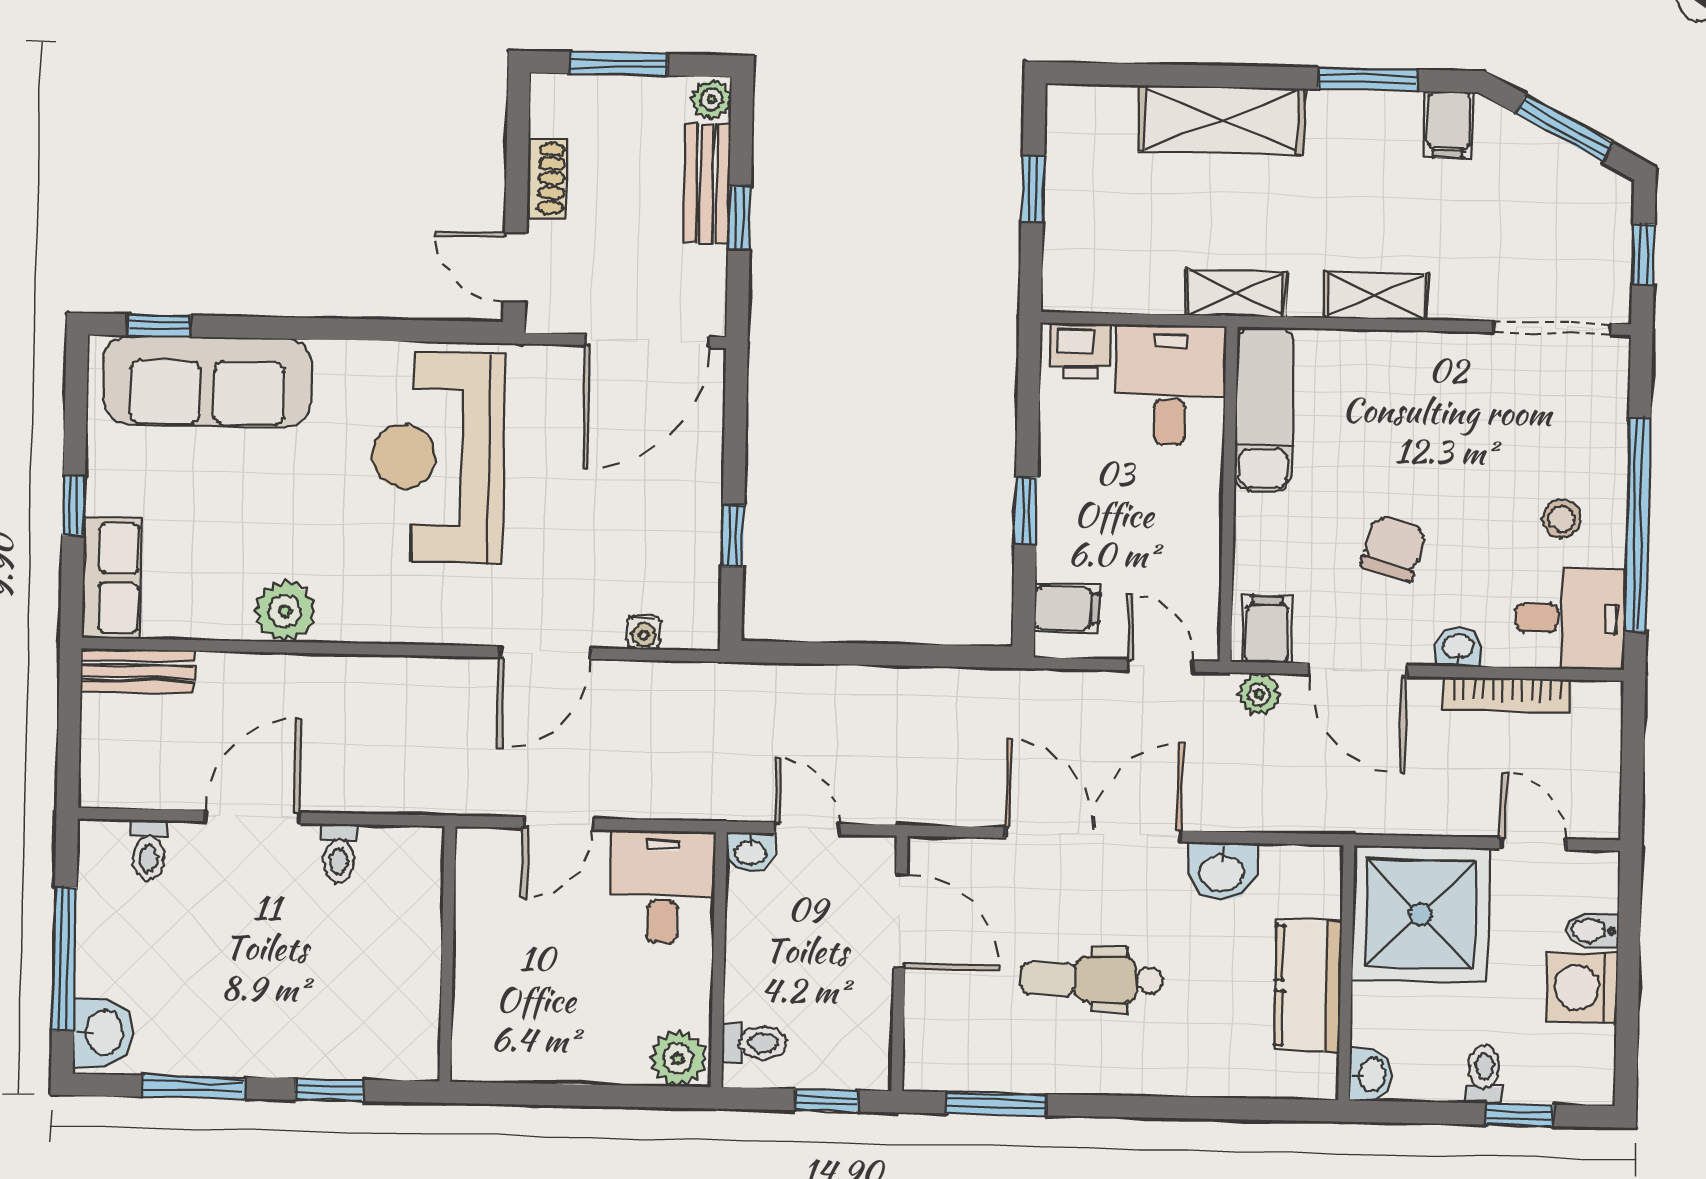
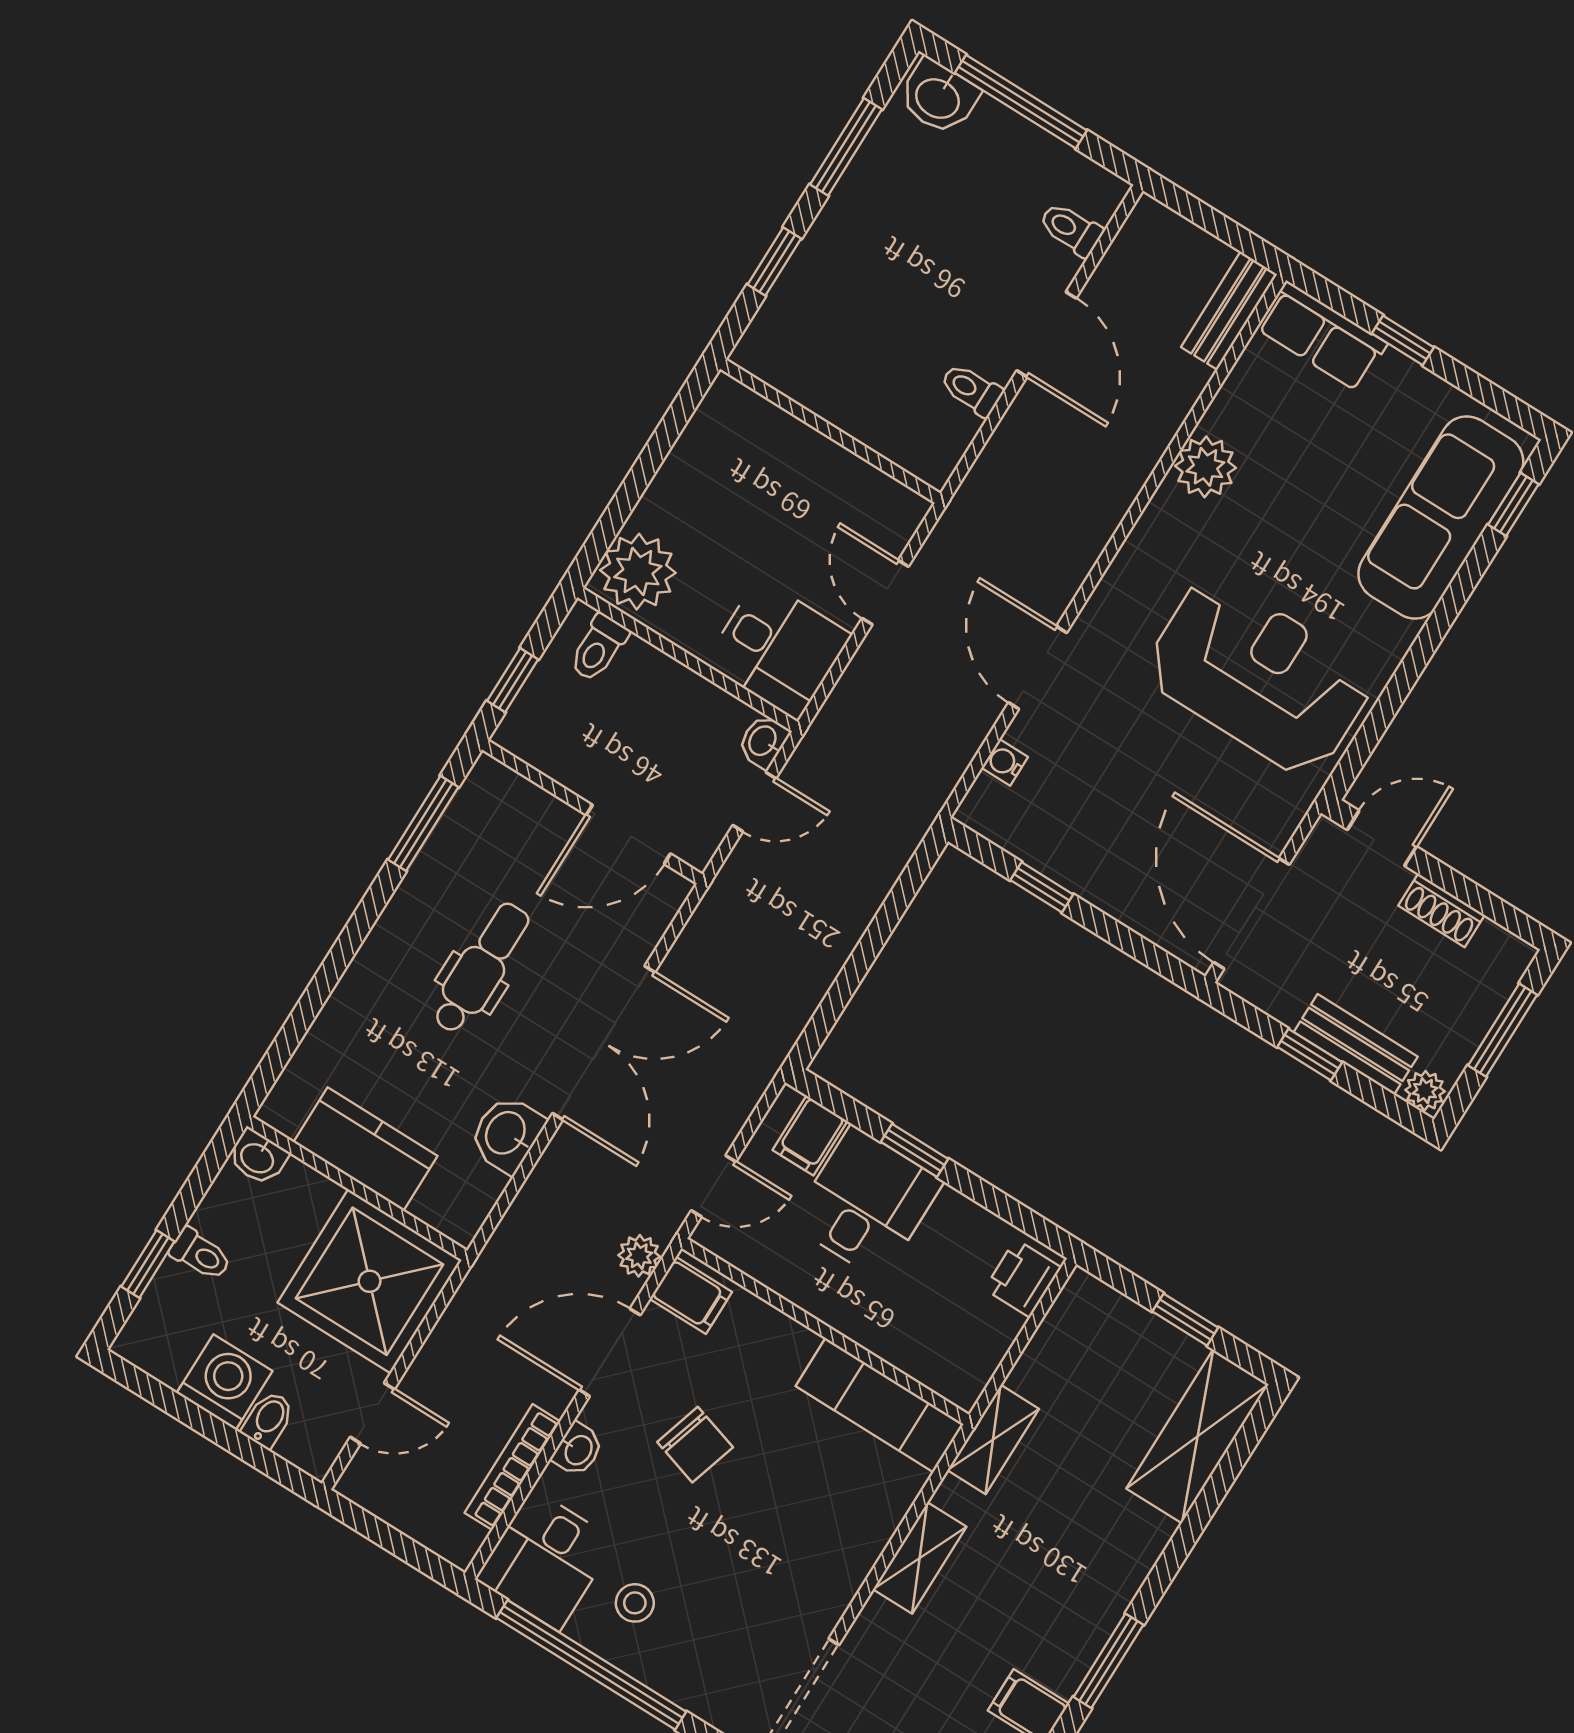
shelving: (1221, 120) -> (1198, 1436), moved
desk: (1170, 385) -> (866, 1203), moved, turned -90
plant: (678, 1058) -> (638, 572), width x1.36, depth x1.36

